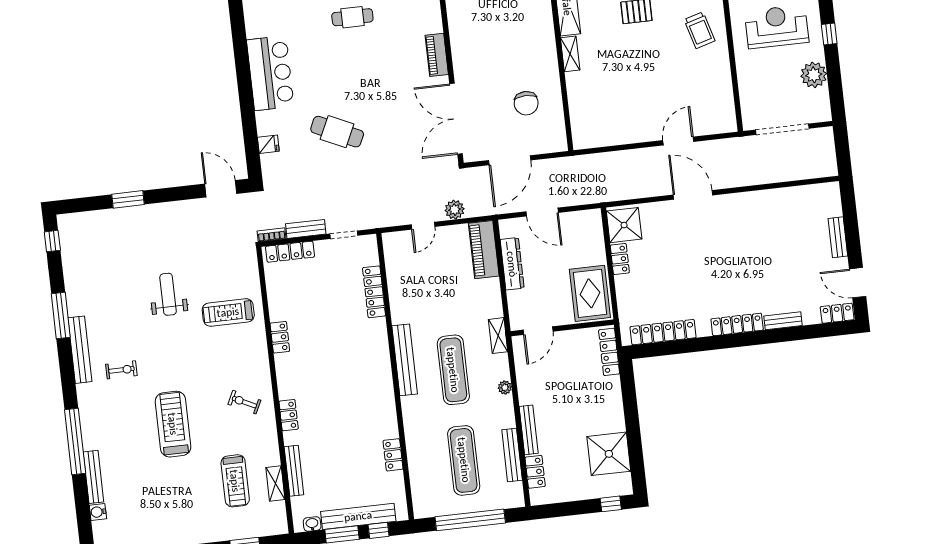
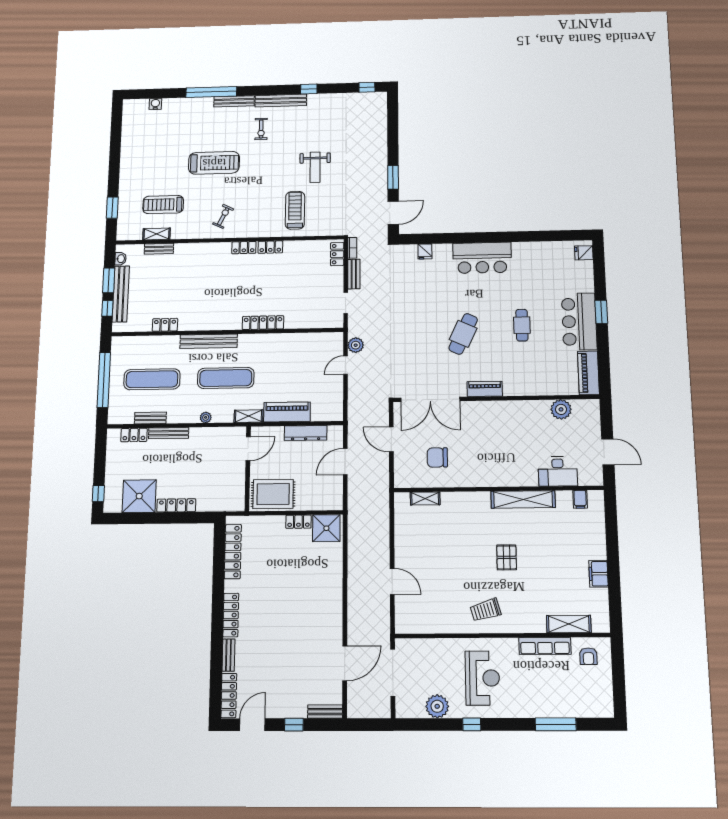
shelving: (570, 54) -> (425, 498), moved
double door: (456, 119) -> (430, 399), swing flipped
cafe table: (337, 132) -> (463, 334), moved
door: (510, 160) -> (391, 439), width x0.73
door: (693, 195) -> (345, 663), moved
window: (128, 199) -> (393, 177), moved
plant: (455, 210) -> (356, 345), moved
door: (423, 226) -> (346, 365), hinge flipped
window: (852, 235) -> (294, 725), added
bench: (838, 237) -> (325, 712), moved
piano: (484, 250) -> (287, 412), moved
locker: (290, 252) -> (337, 254), width x0.66
locker: (374, 292) -> (263, 323), moved
weight bench: (168, 294) -> (315, 167), turned 90
locker: (837, 313) -> (229, 695), width x1.53
window: (61, 316) -> (309, 89), width x0.46
door: (538, 331) -> (248, 449), swing flipped
locker: (609, 352) -> (176, 505), moved
bench: (405, 360) -> (209, 341), moved
locker: (289, 415) -> (244, 248), moved
bench: (512, 455) -> (150, 418), width x0.73
bench: (294, 471) -> (159, 249), width x0.73
bench: (93, 477) -> (234, 101), moved

